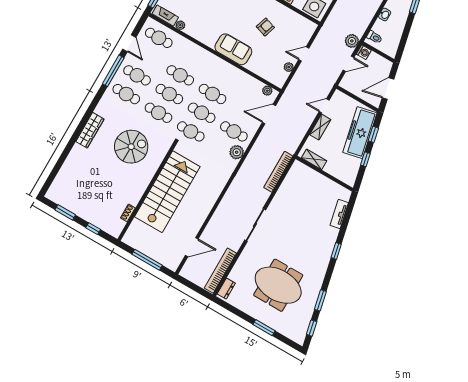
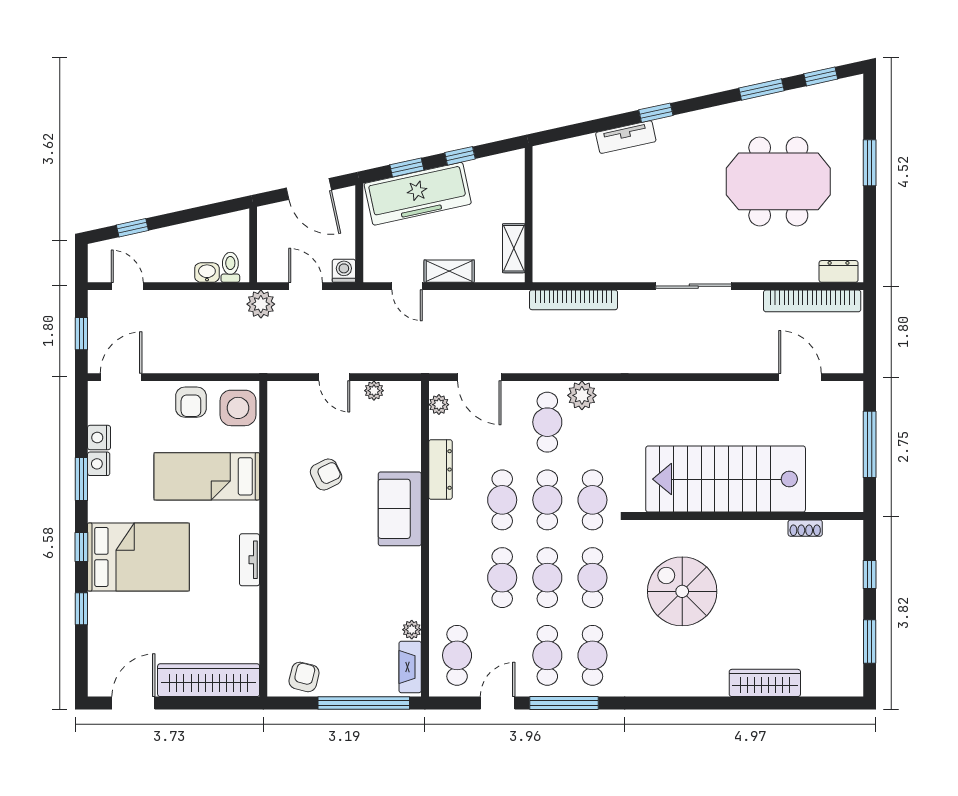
washbasin: (385, 14) -> (207, 273), moved
armchair: (265, 27) -> (326, 475), turned 136
washing machine: (364, 52) -> (344, 271), moved
dresser: (240, 76) -> (440, 470), added
wardrobe: (90, 130) -> (765, 683), moved
tv unit: (339, 214) -> (626, 137), moved
meeting table: (278, 285) -> (778, 181), turned 90

